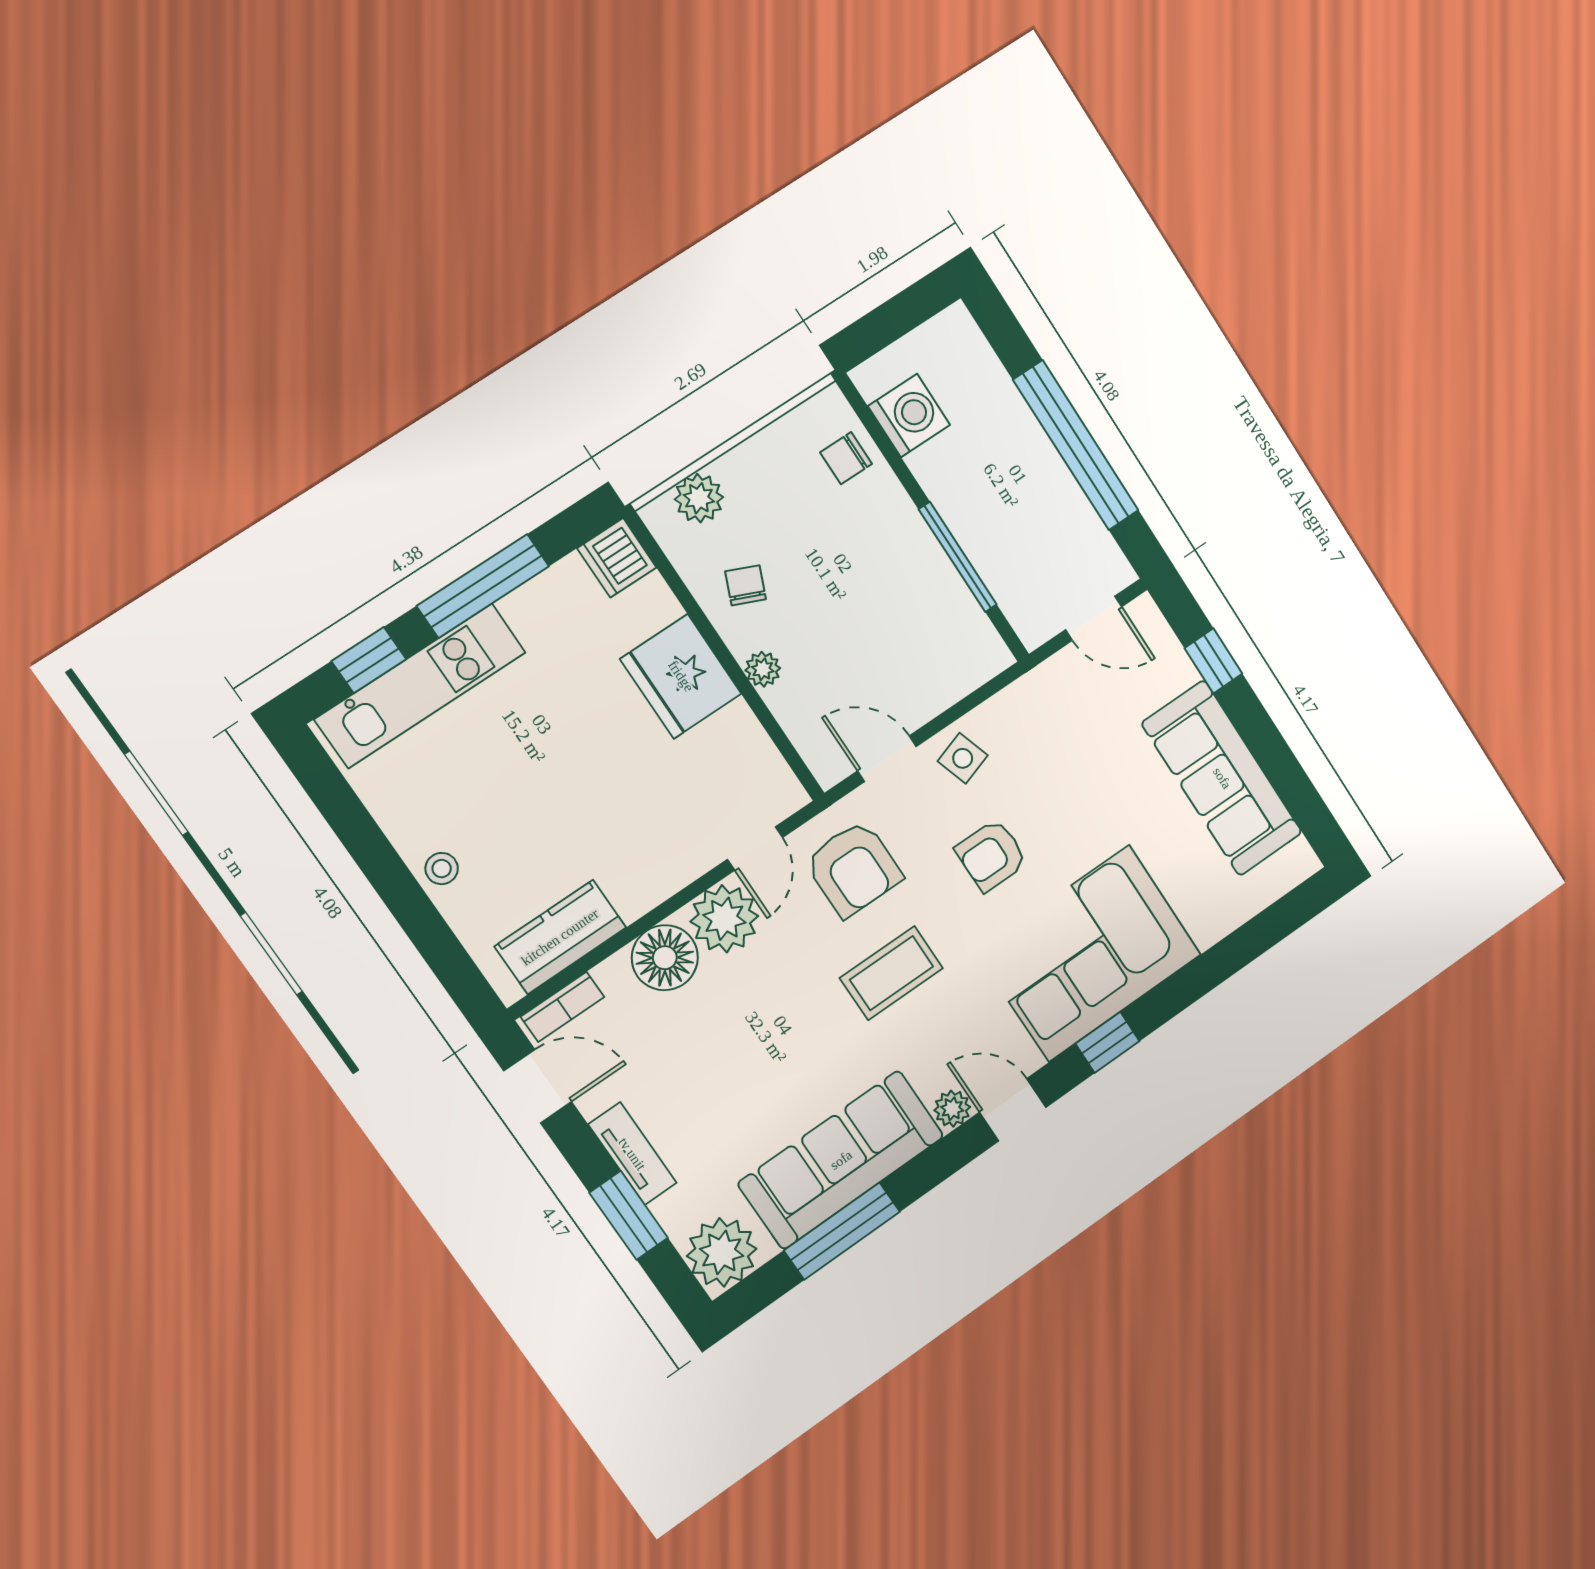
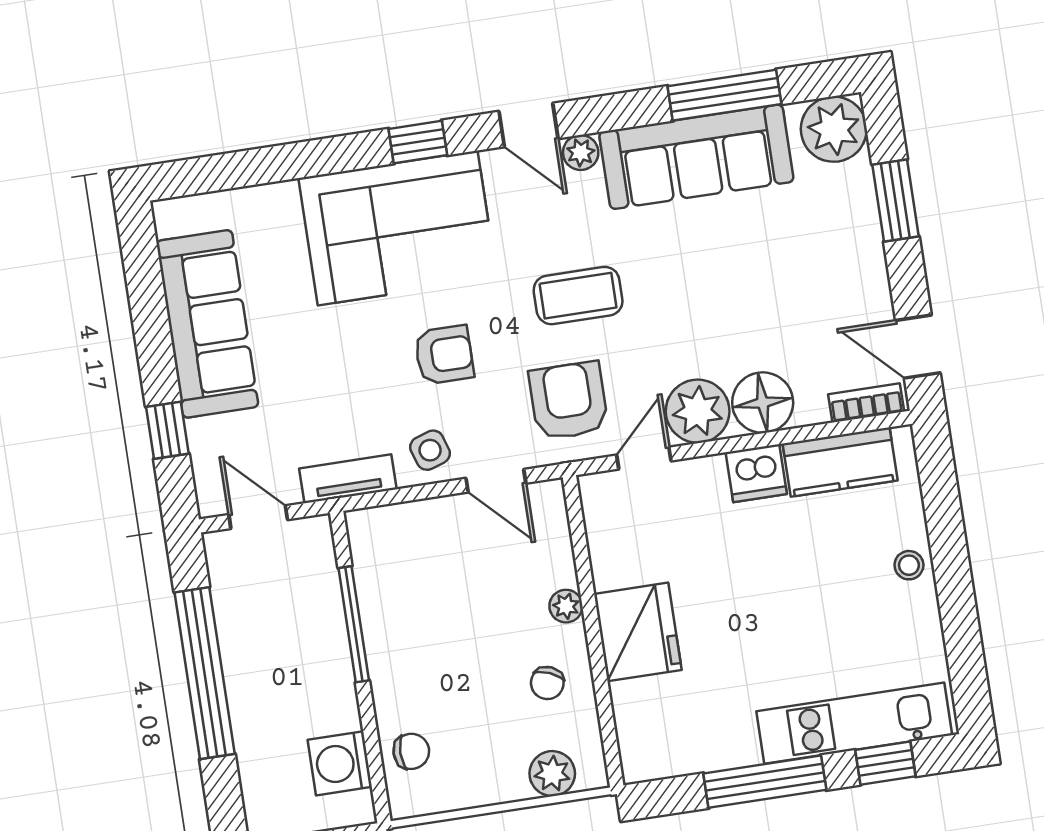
dishwasher: (617, 558) -> (756, 473), moved, turned 90
tv unit: (632, 1154) -> (348, 479), moved, turned 90

